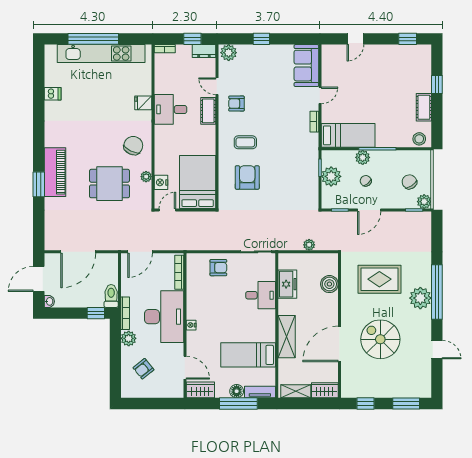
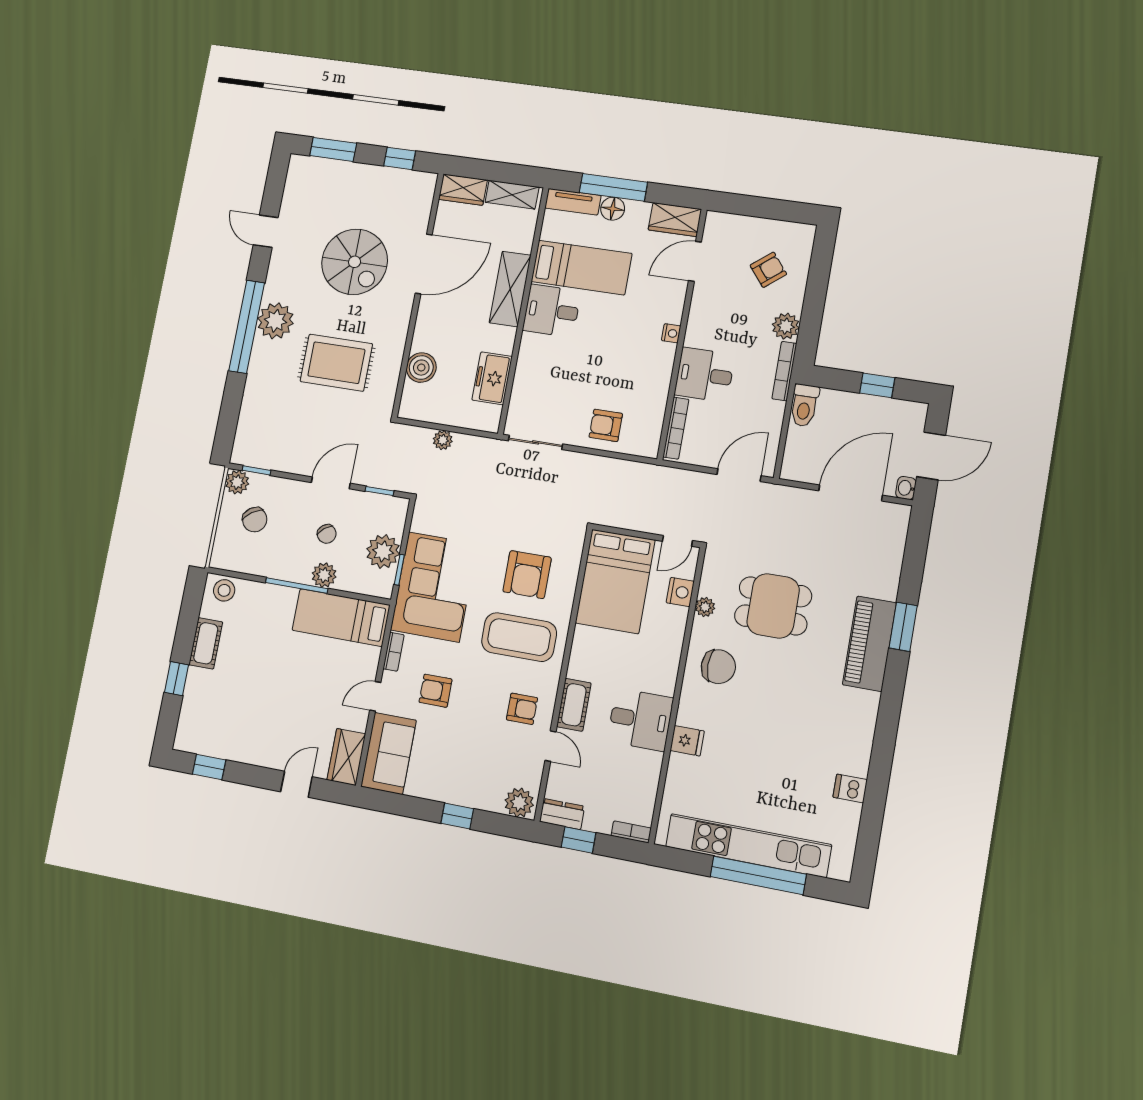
wardrobe: (330, 59) -> (346, 757), added
armchair: (287, 105) -> (436, 691), added
coffee table: (245, 142) -> (519, 637), width x1.86, depth x1.72
chair: (133, 146) -> (718, 667), turned -116
corner sofa: (298, 162) -> (434, 587), added
desk: (261, 295) -> (552, 311), moved
washbasin: (49, 301) -> (906, 488), moved
window: (96, 313) -> (877, 385), moved
desk: (164, 317) -> (704, 375), width x0.53, depth x0.77
door: (185, 368) -> (695, 261), hinge flipped

